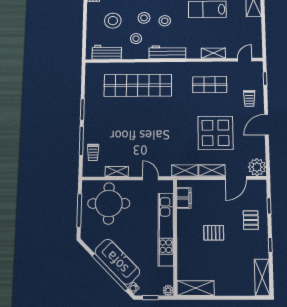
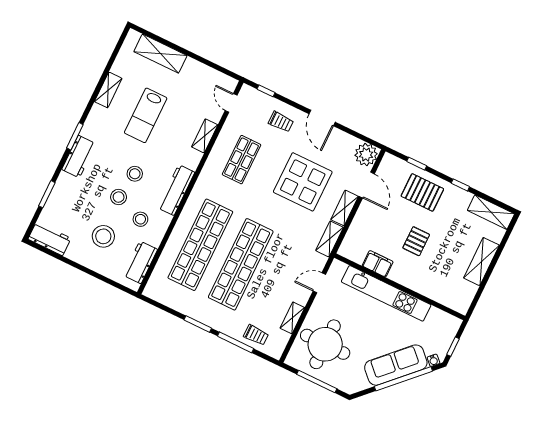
shop shelf: (137, 118) -> (241, 264), added
filing cabinet: (184, 198) -> (378, 264), moved
pallet: (251, 220) -> (422, 192), width x1.50, depth x1.42
shelving: (196, 288) -> (481, 262), moved
plant: (168, 290) -> (455, 323), removed

